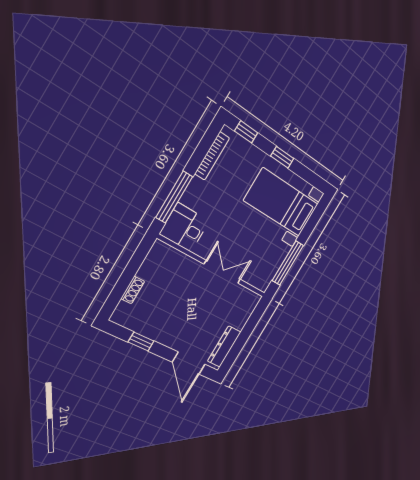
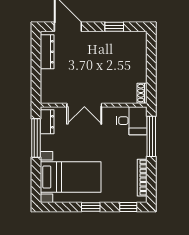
dresser: (268, 274) -> (47, 122), added
shoe rack: (133, 290) -> (142, 93), moved

